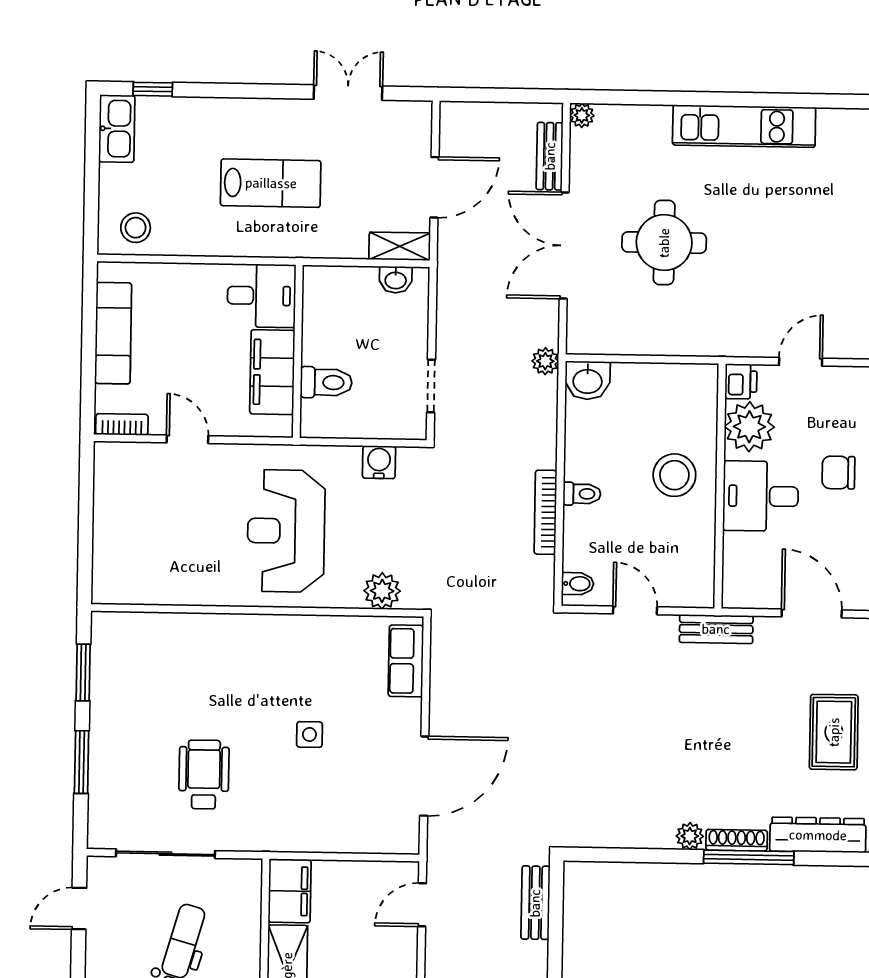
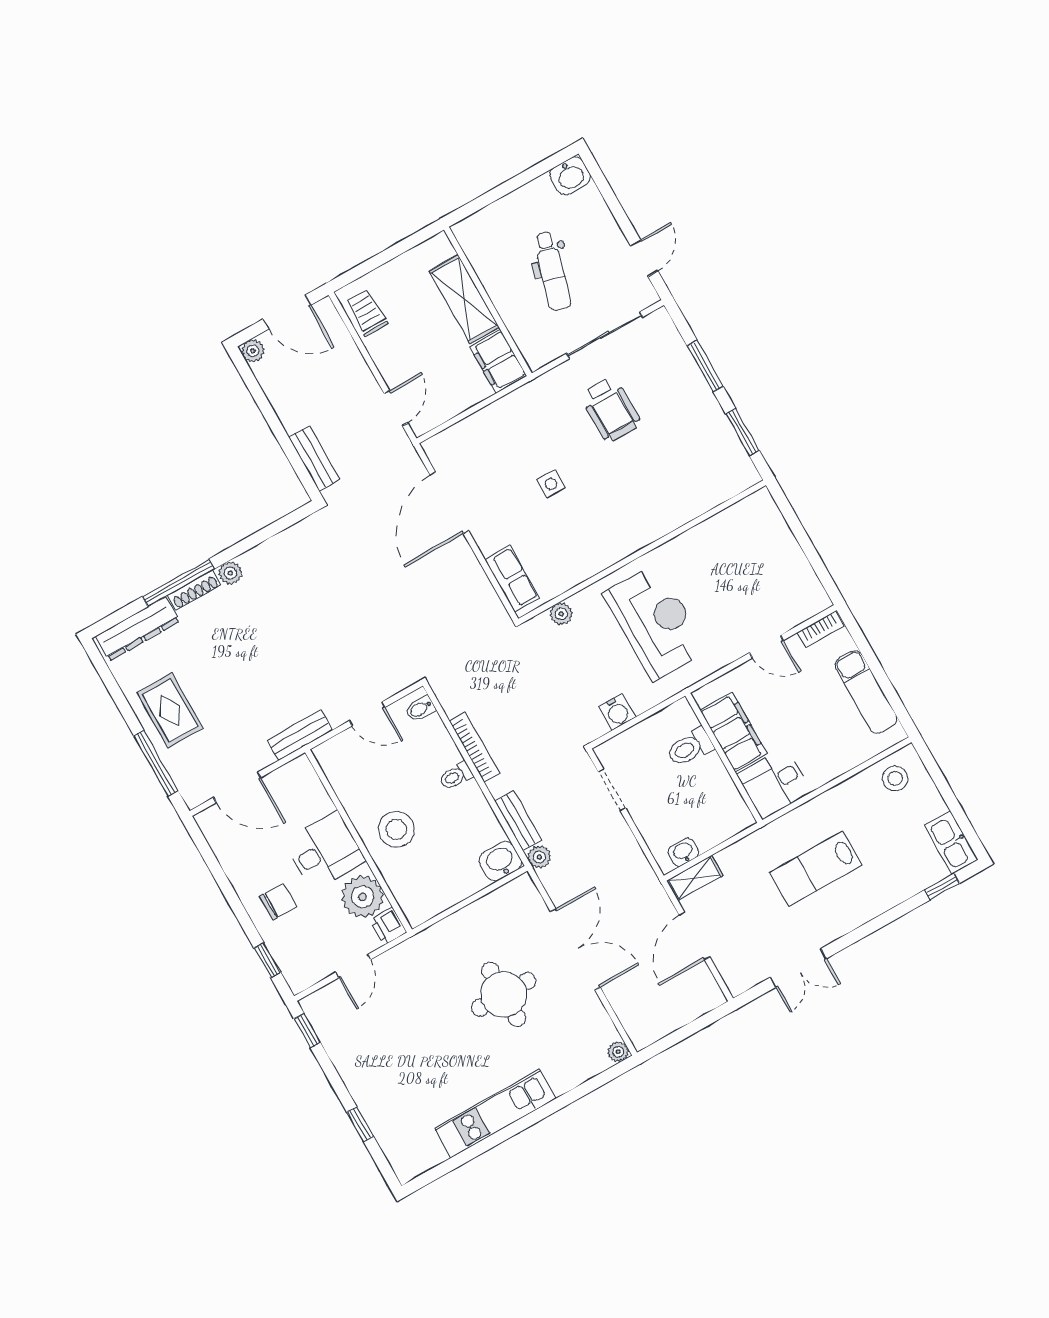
bench: (550, 156) -> (518, 821), moved
plant: (382, 591) -> (561, 614), width x0.73, depth x0.73

